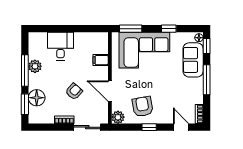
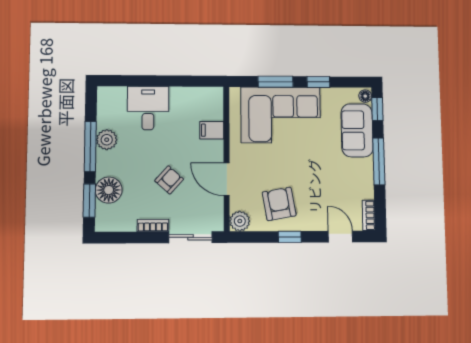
window: (131, 29) -> (276, 82), moved

